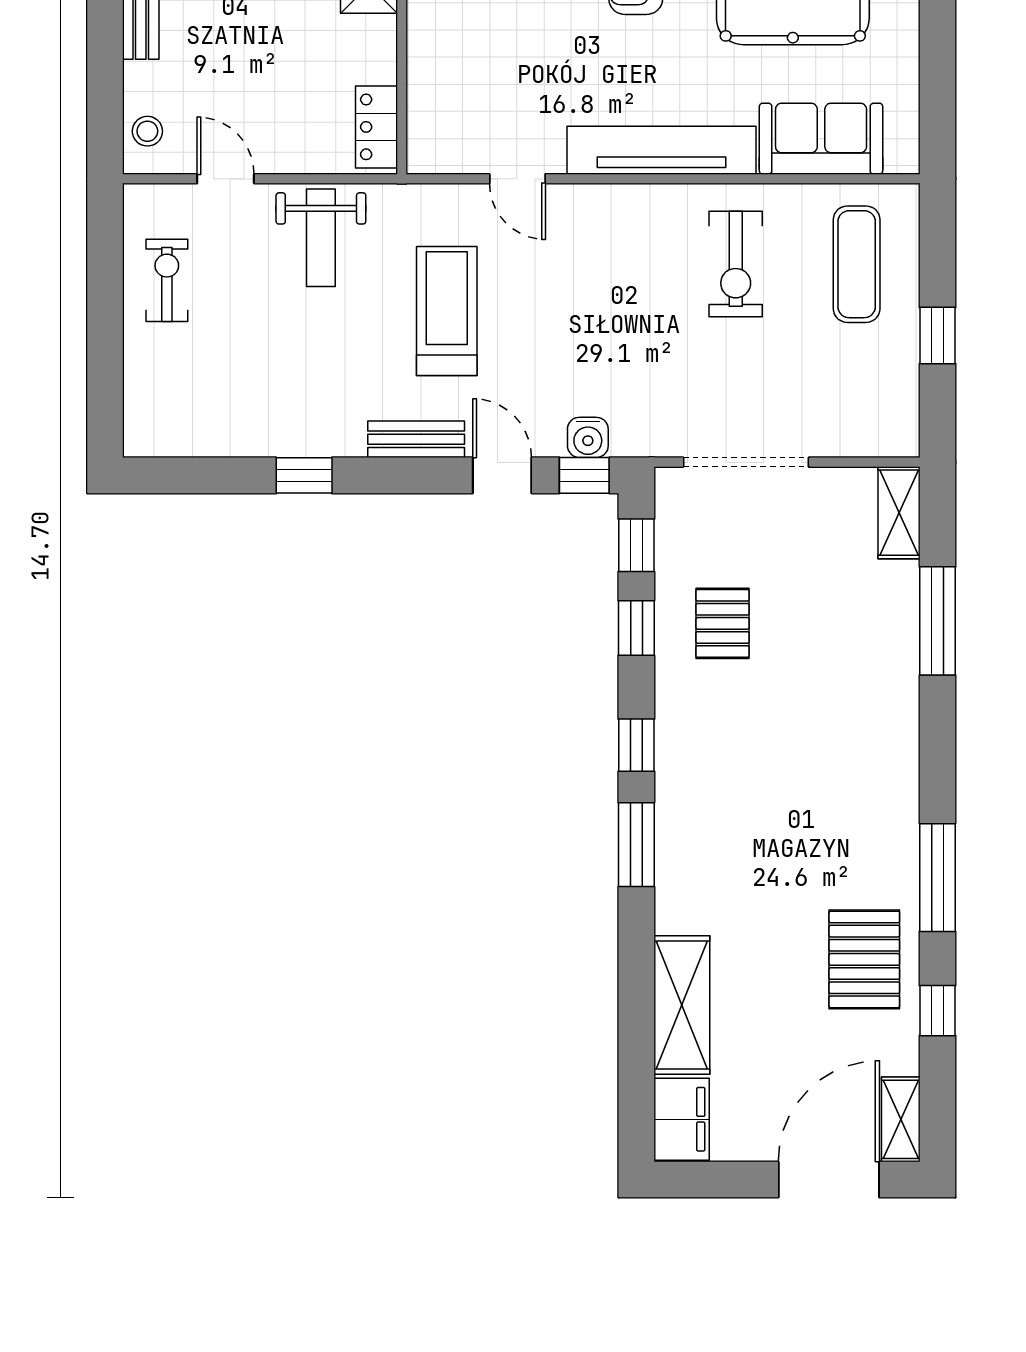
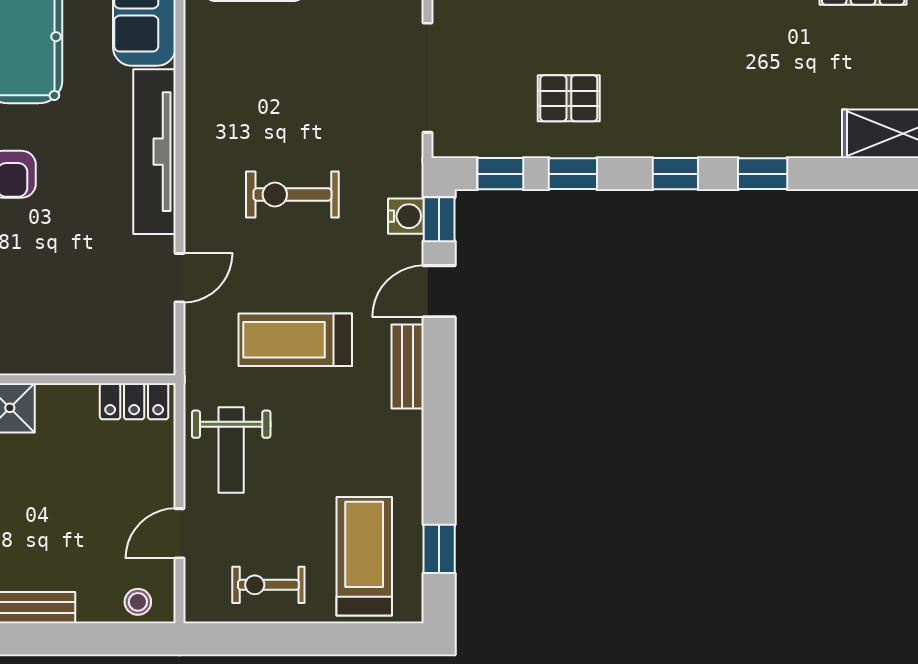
weight bench: (321, 238) -> (231, 450), turned 90
exercise bike: (736, 264) -> (292, 194), moved, turned 180
treadmill: (199, 390) -> (364, 556), added
window: (304, 475) -> (439, 549), moved
window: (636, 845) -> (763, 174), width x0.67

